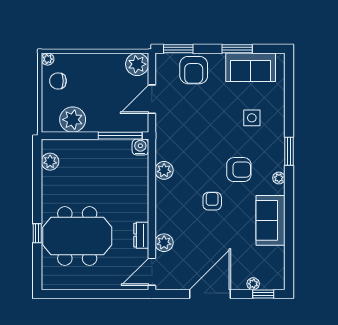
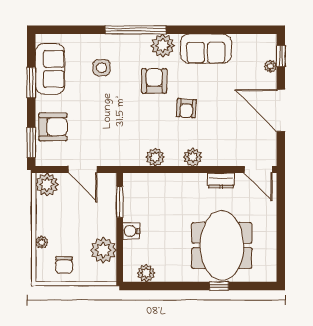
plant: (48, 59) -> (42, 242), moved
window: (120, 136) -> (120, 202), width x0.69
water cooler: (140, 147) -> (131, 231), moved
window: (289, 151) -> (136, 30), width x2.11
plant: (279, 178) -> (163, 46), width x1.88, depth x1.88
armchair: (212, 201) -> (186, 108), turned -86
plant: (164, 243) -> (193, 157), moved

